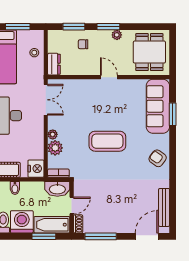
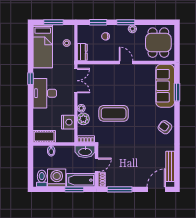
coffee table: (107, 141) -> (114, 113), moved
nightstand: (36, 169) -> (68, 122), moved

